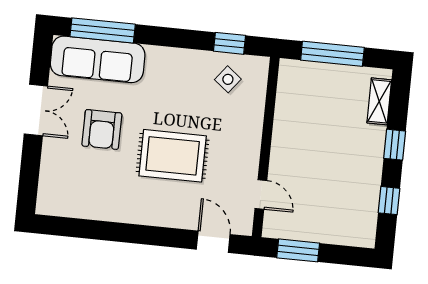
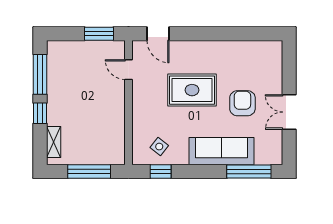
sofa: (98, 59) -> (221, 151), moved
window: (389, 201) -> (40, 74), width x2.17

